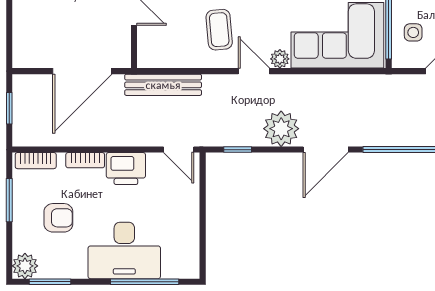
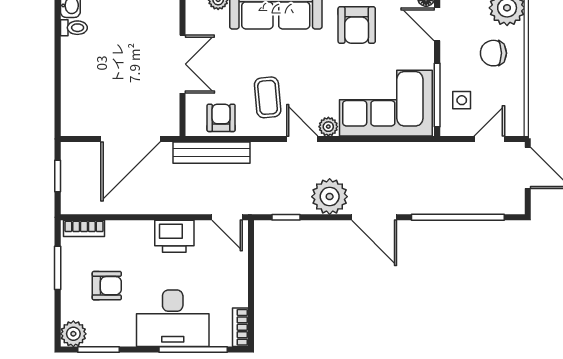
armchair: (173, 50) -> (221, 118), added
door: (326, 150) -> (374, 217), hinge flipped
bookcase: (85, 160) -> (240, 327), moved, turned 90

